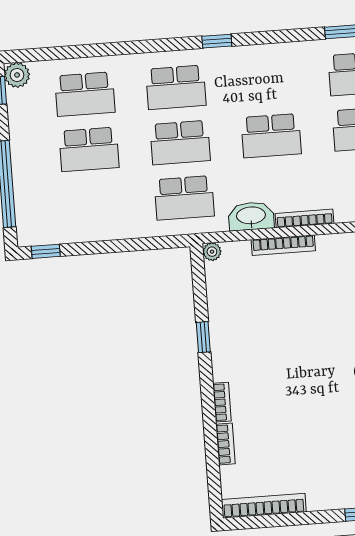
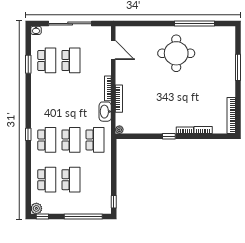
window: (217, 41) -> (28, 134), moved
school desk: (271, 136) -> (71, 100), removed
window: (203, 337) -> (169, 136), moved

